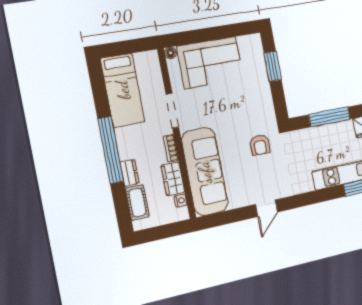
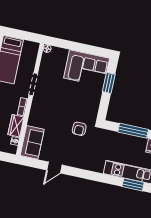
corner sofa: (210, 63) -> (87, 68), moved
sofa: (205, 172) -> (32, 142), width x0.54, depth x0.79
door: (266, 208) -> (54, 168), moved

